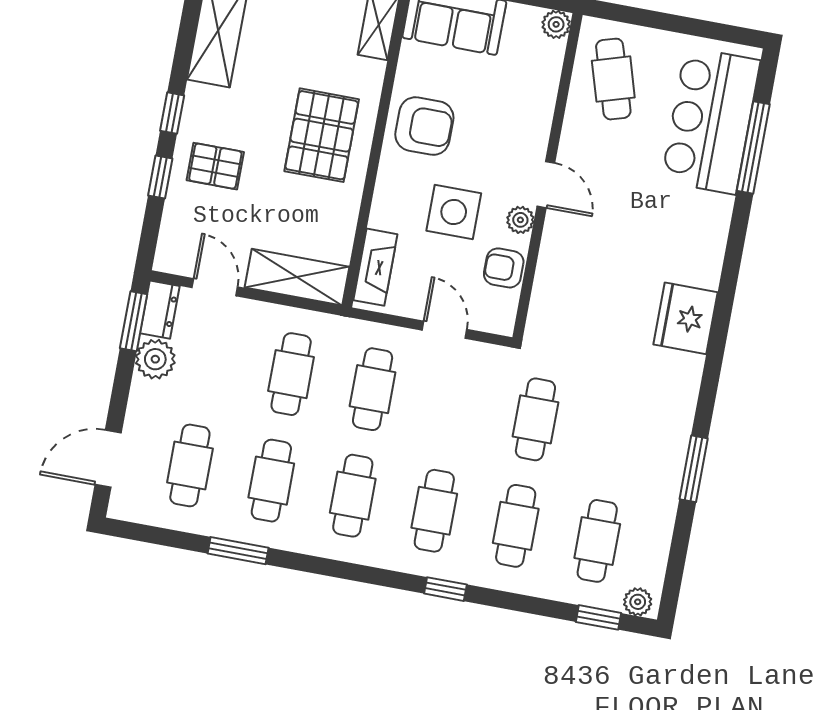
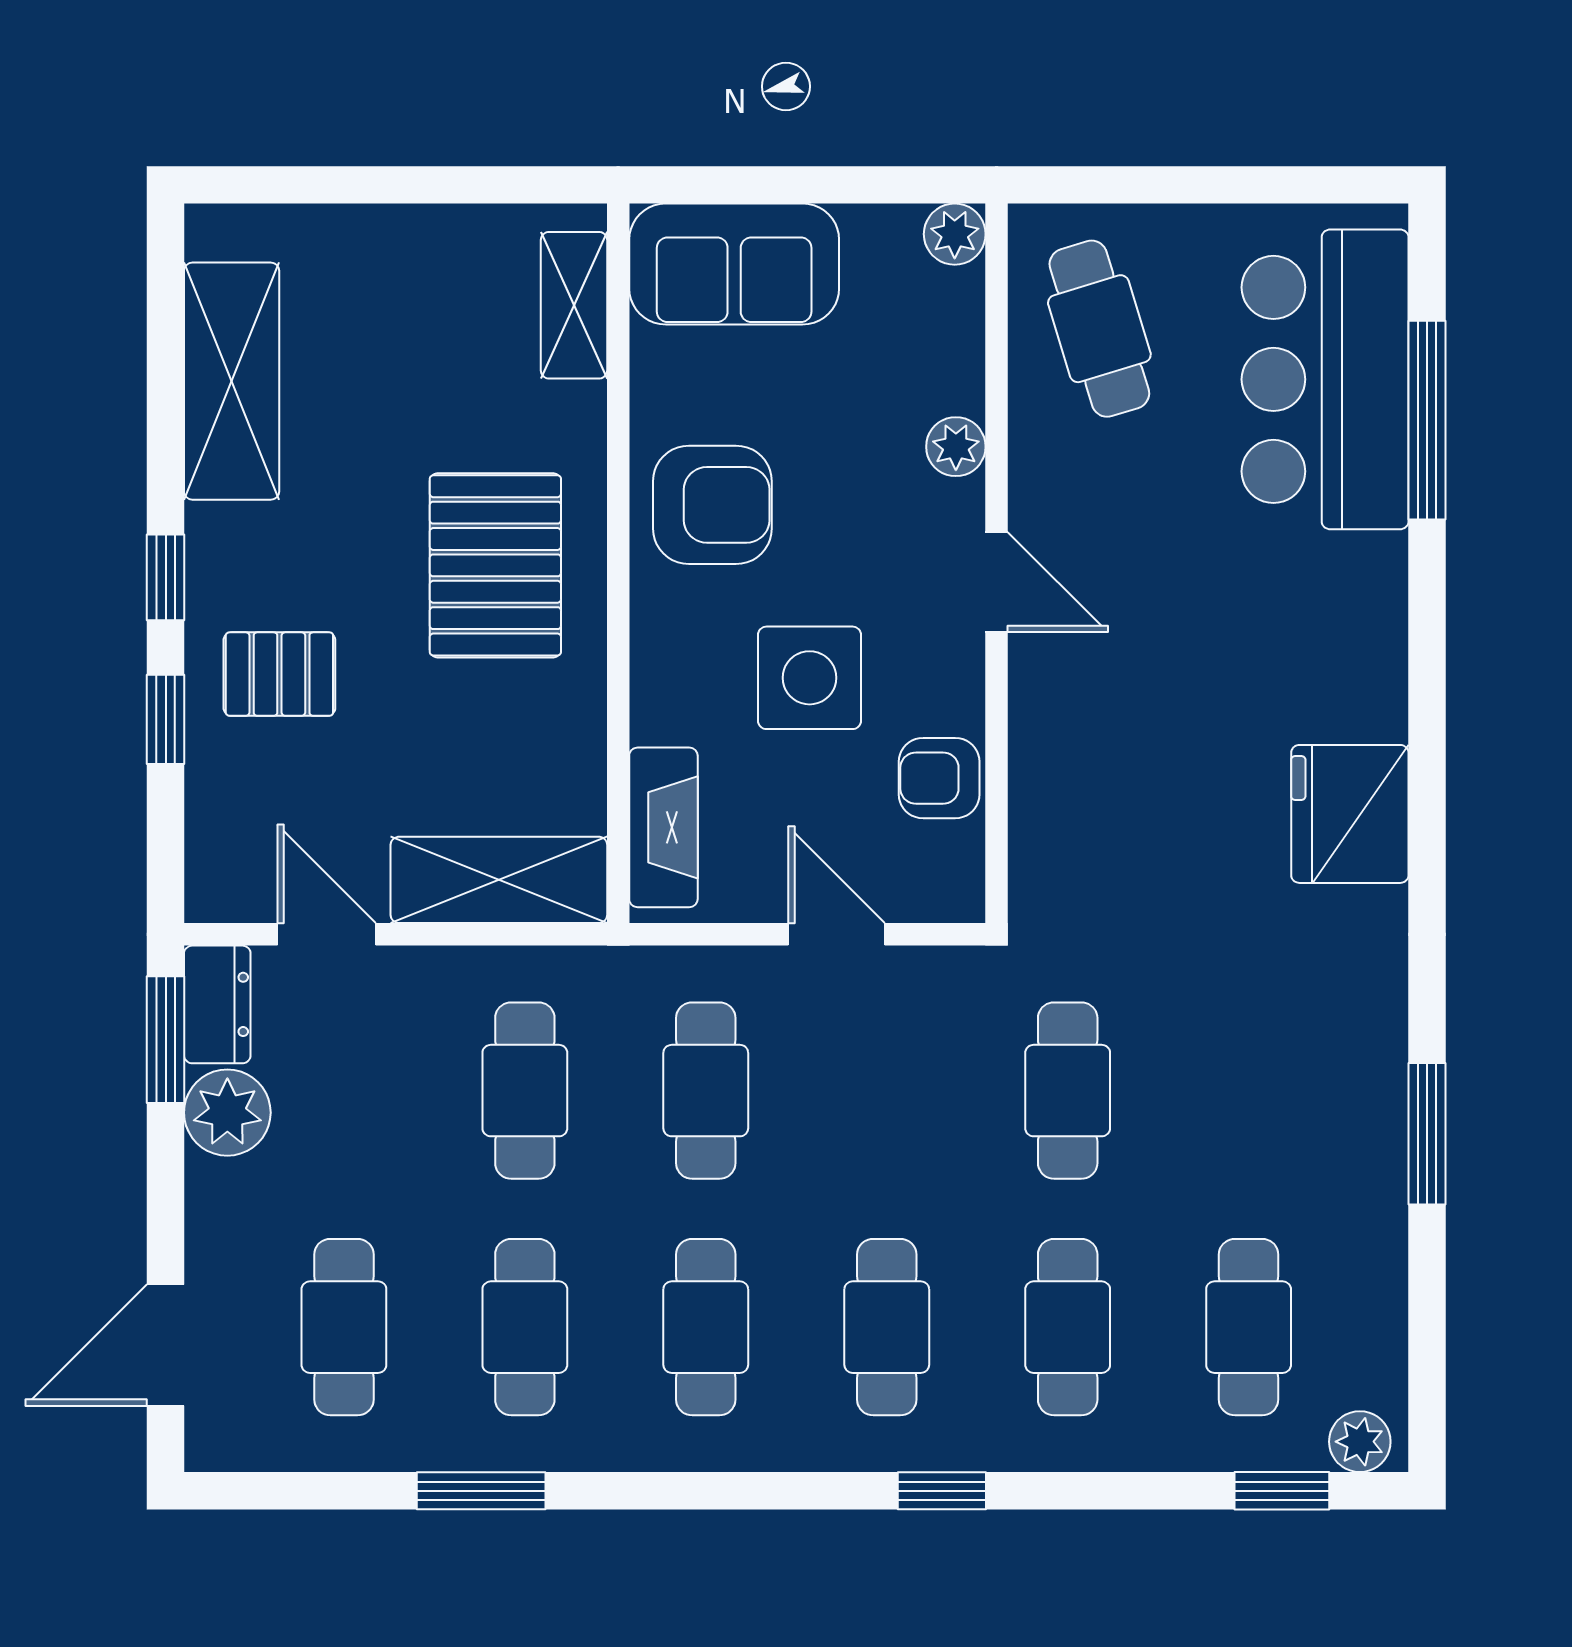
plant: (520, 220) -> (956, 447), moved

